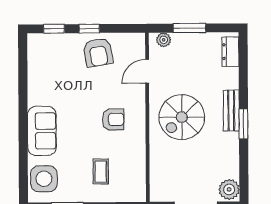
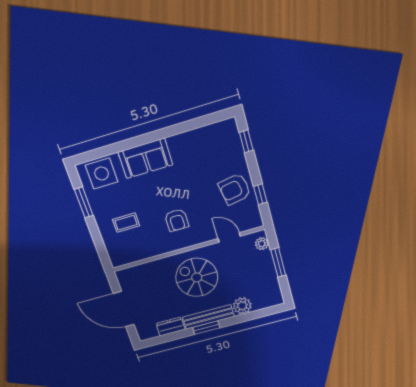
window: (89, 29) -> (260, 194), moved
dresser: (230, 52) -> (171, 326), moved
bench: (231, 110) -> (208, 317), width x1.36
plant: (229, 189) -> (242, 306), moved

